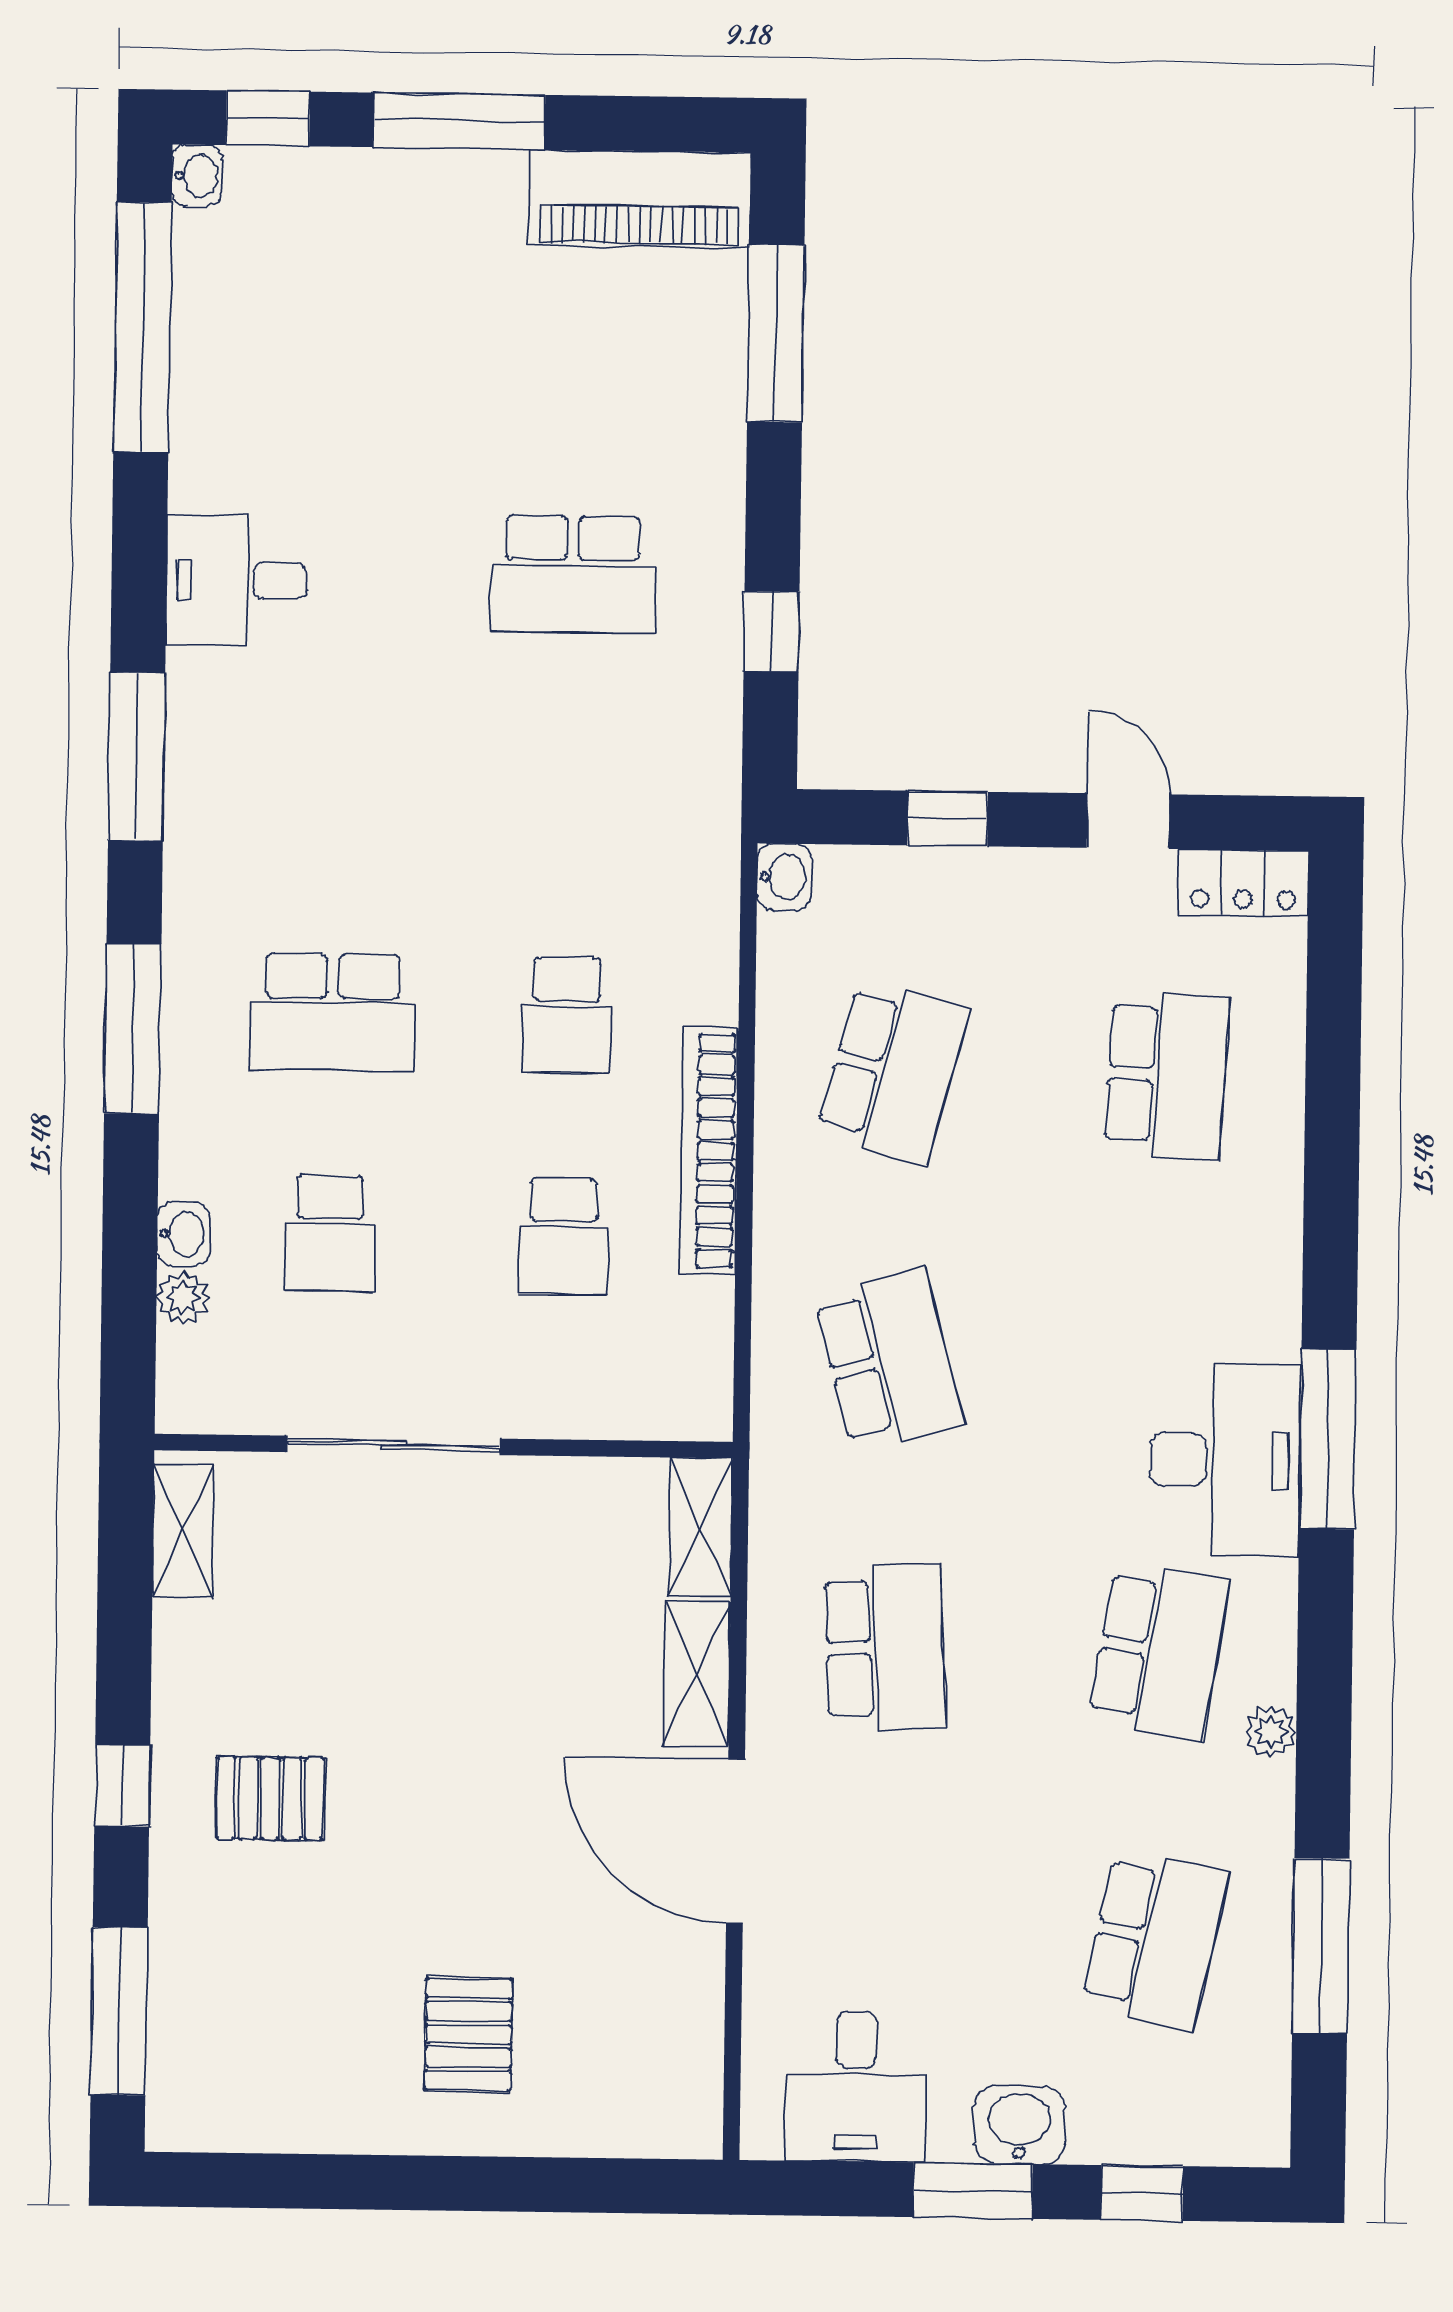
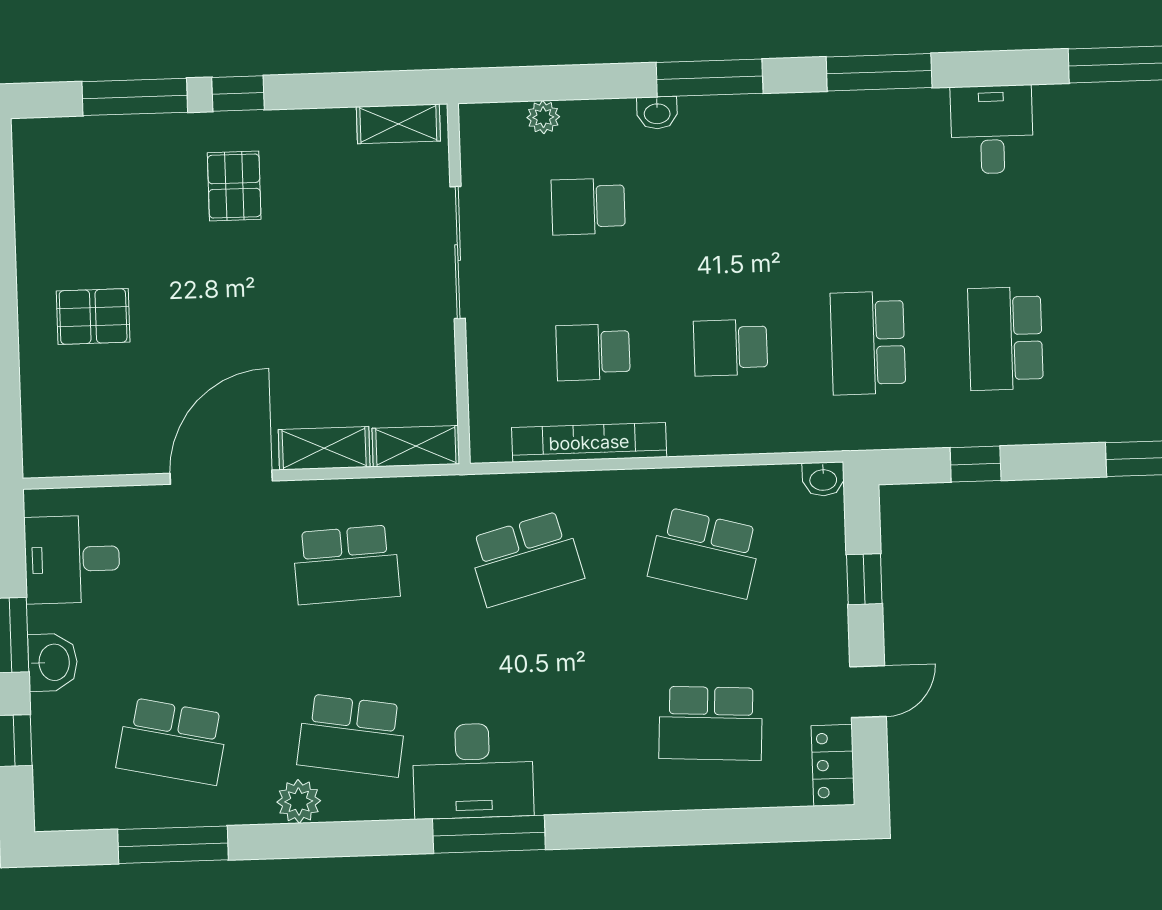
school desk: (333, 1012) -> (868, 343), moved
bookcase: (709, 1151) -> (589, 442), moved
washbasin: (183, 1234) -> (657, 113), moved
plant: (1271, 1732) -> (299, 801), width x1.38, depth x1.38
window: (119, 2011) -> (135, 97), moved

